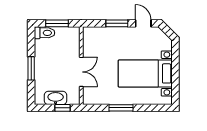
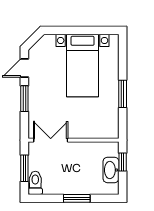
double door: (81, 72) -> (51, 140), moved

